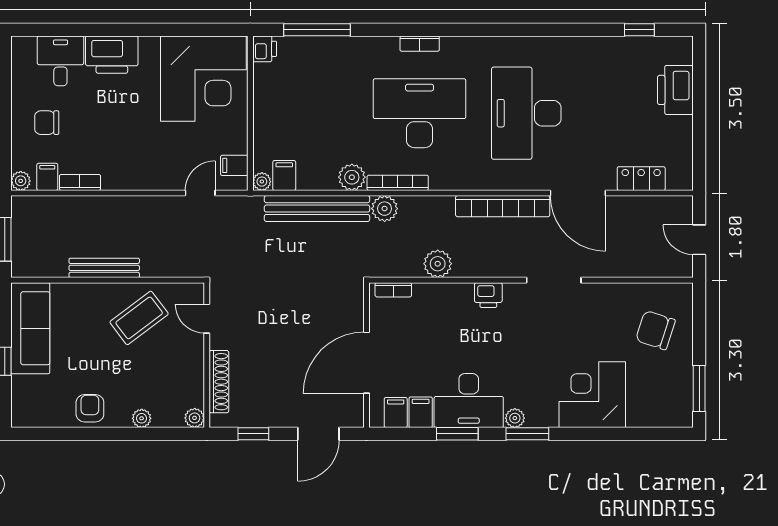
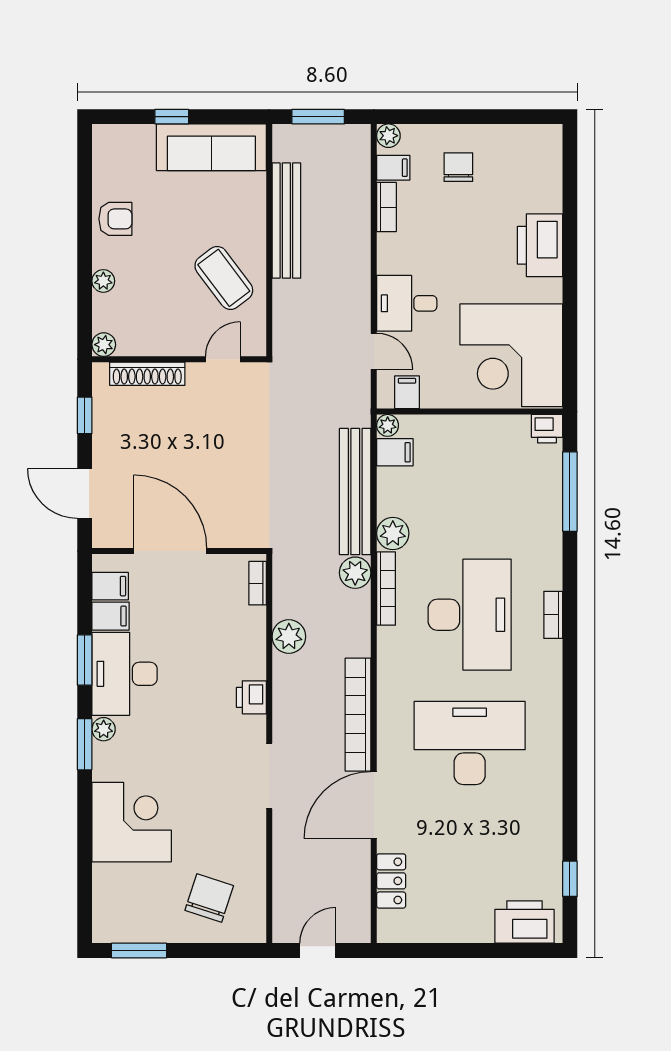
desk: (60, 61) -> (407, 303), moved, turned 180
printer: (675, 90) -> (524, 922), moved
bench: (104, 268) -> (286, 221), width x1.37, depth x1.21

